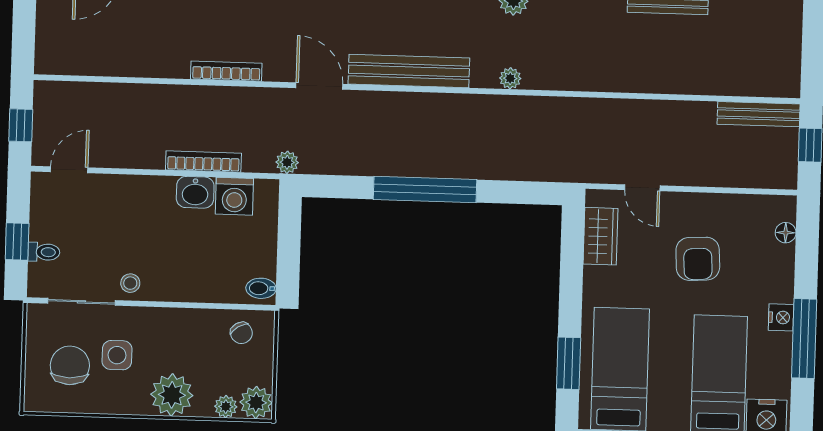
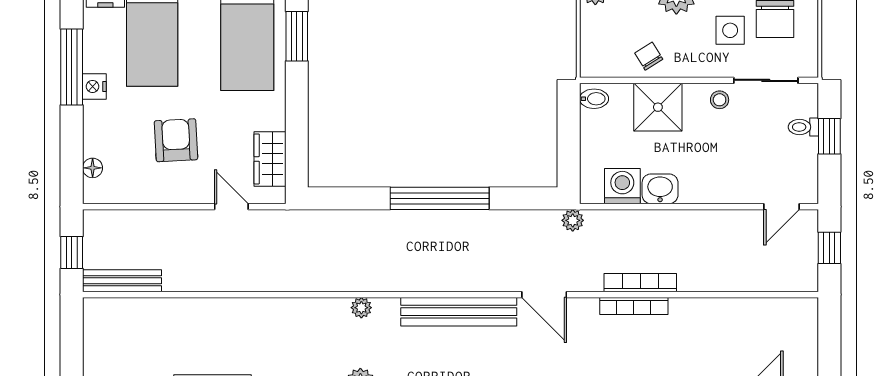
bookcase: (203, 161) -> (640, 283), moved, turned 180
shower: (195, 277) -> (658, 107), added
chair: (241, 333) -> (649, 56), moved

